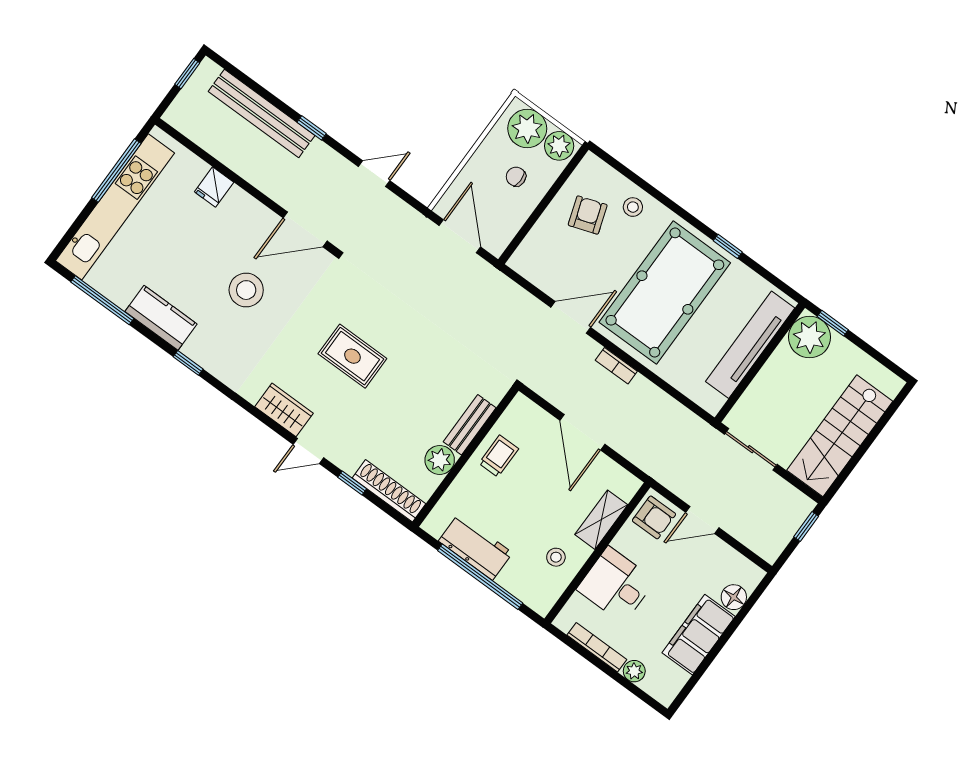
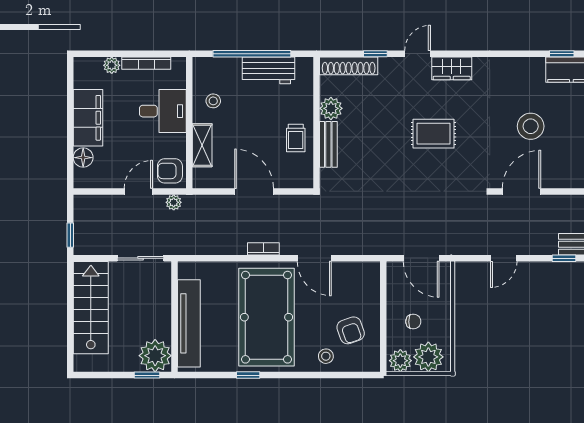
door: (571, 317) -> (314, 258), hinge flipped
window: (188, 363) -> (562, 54), moved
plant: (674, 482) -> (174, 202), added

